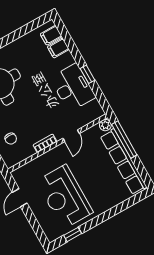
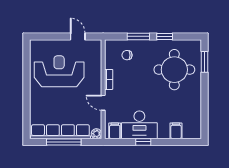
filing cabinet: (51, 35) -> (115, 131), moved
window: (124, 140) -> (64, 142), moved
window: (73, 234) -> (27, 61), removed

